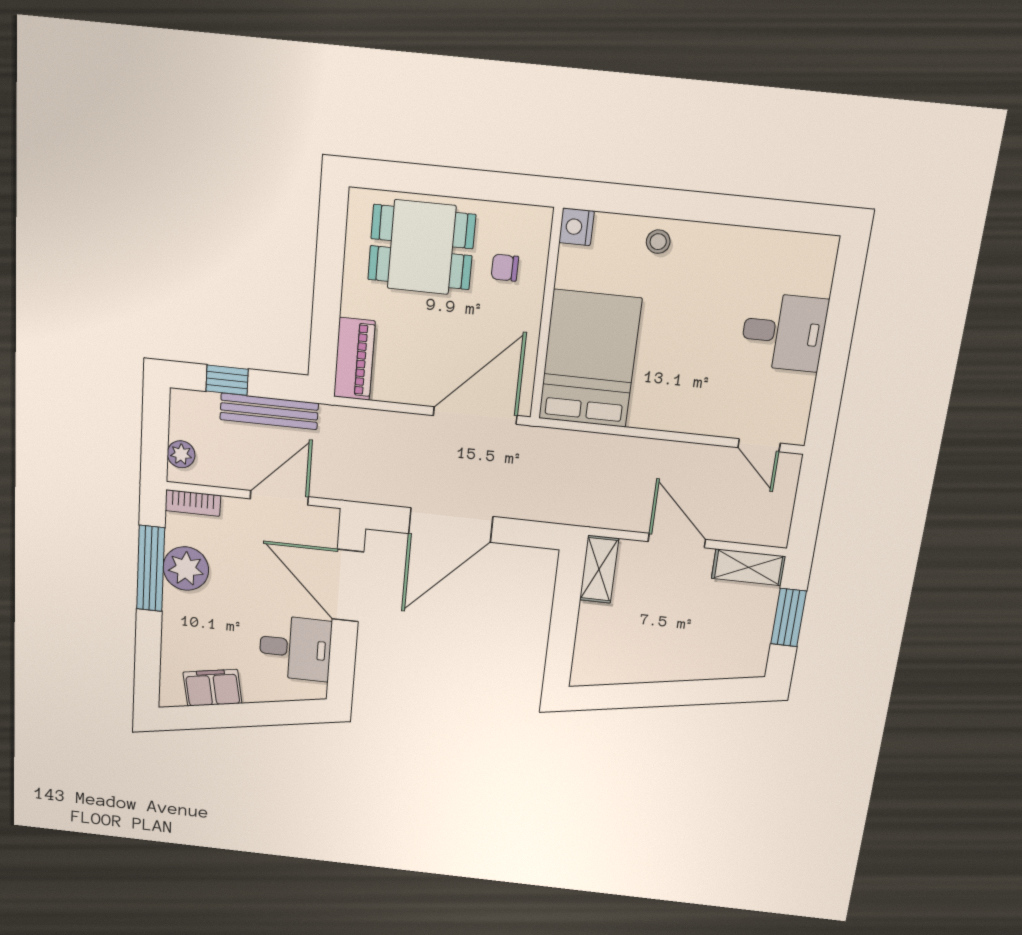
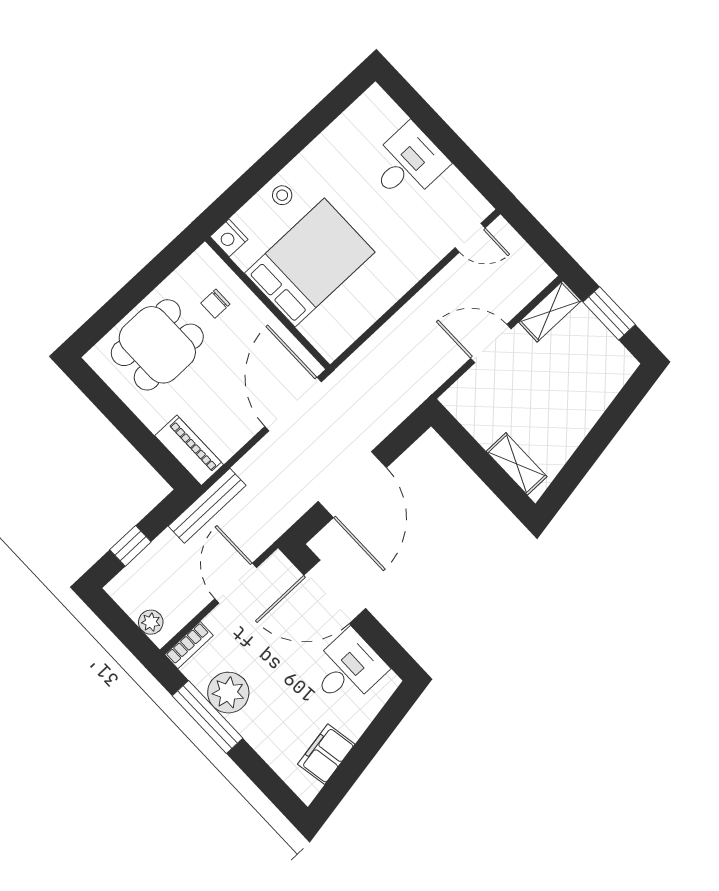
bed: (590, 359) -> (310, 263), moved, turned 90
bench: (269, 411) -> (207, 506), moved
shelving: (599, 569) -> (517, 464), moved

